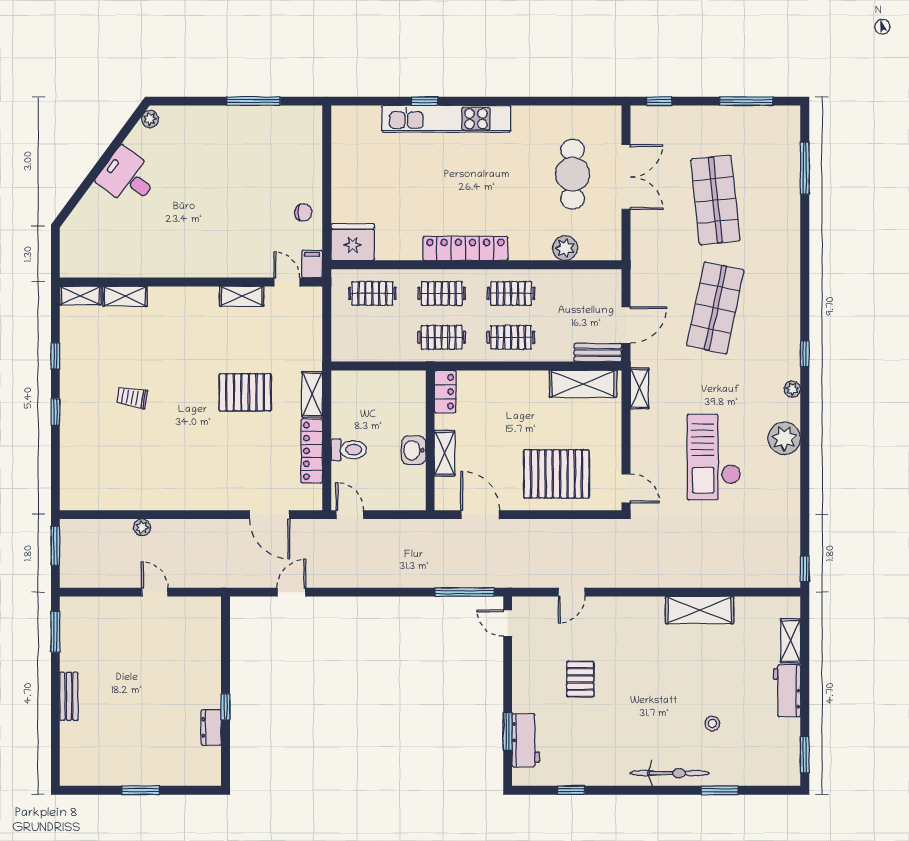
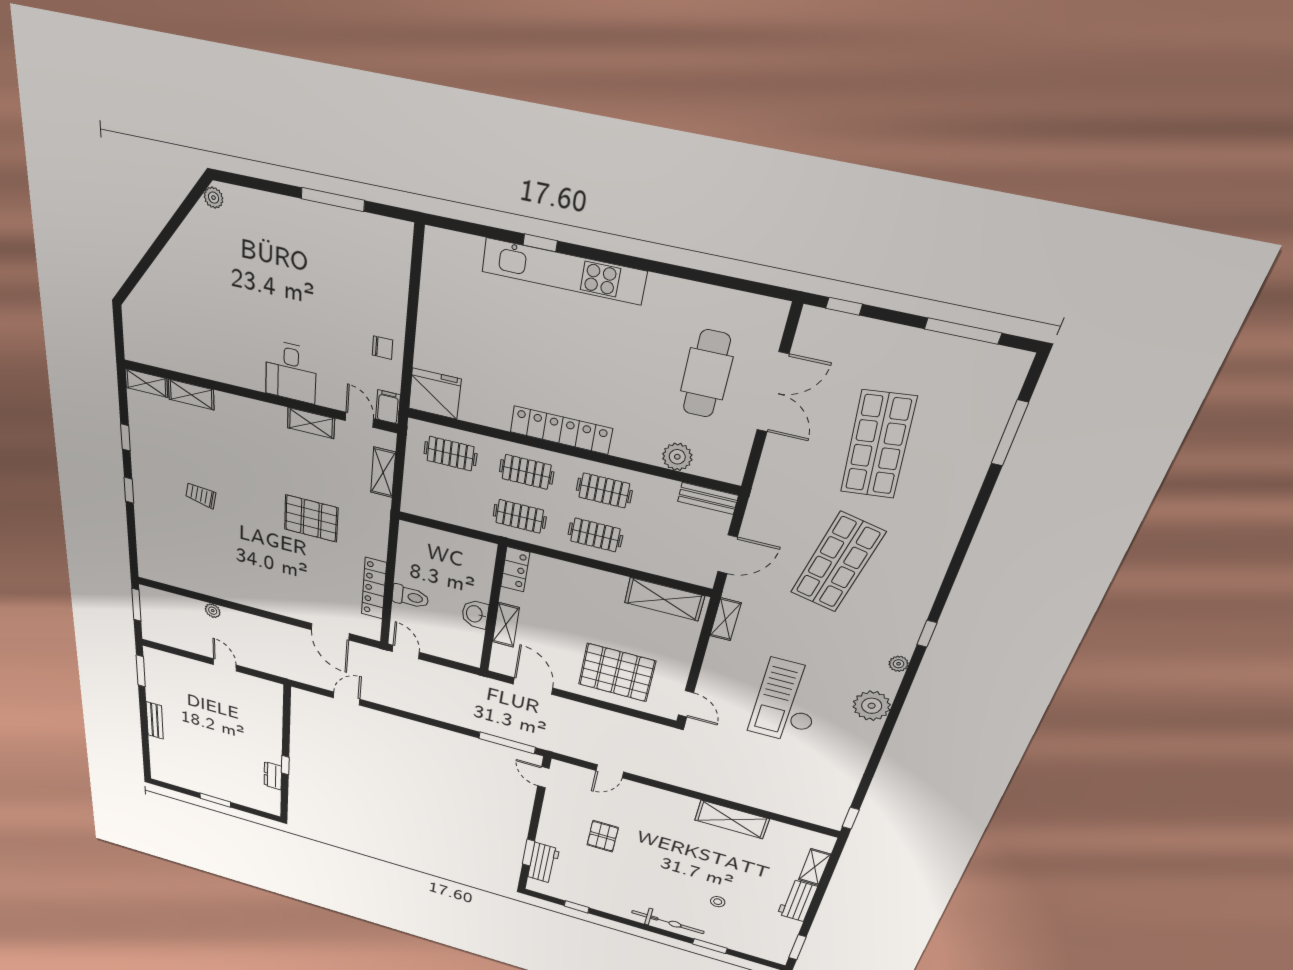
desk: (128, 177) -> (291, 372), moved, turned -126
bench: (598, 353) -> (708, 498), moved
shelving: (312, 394) -> (383, 472), moved

